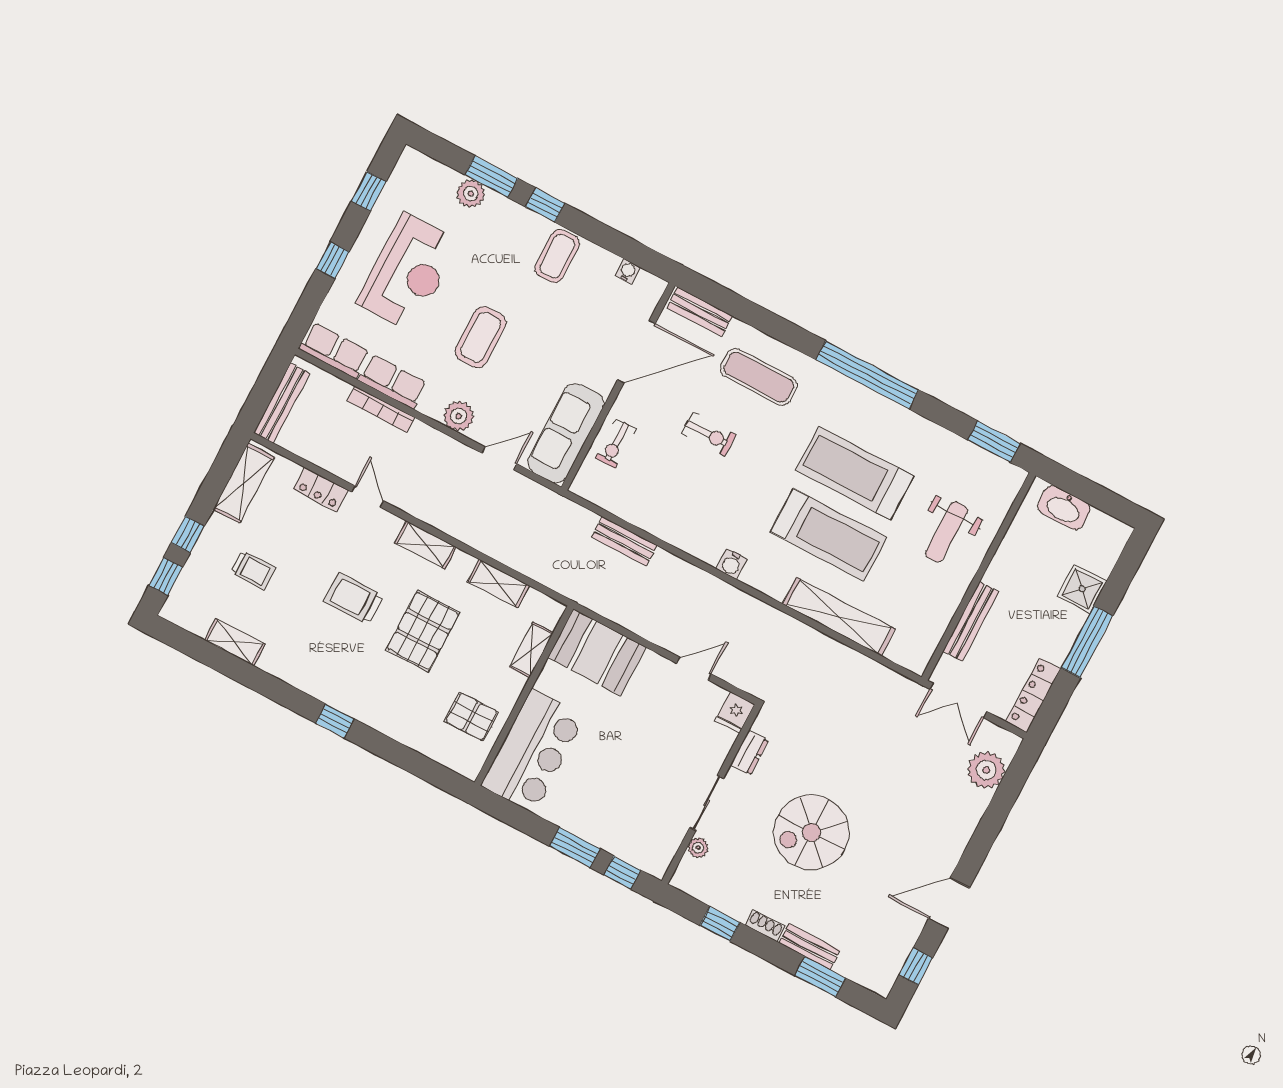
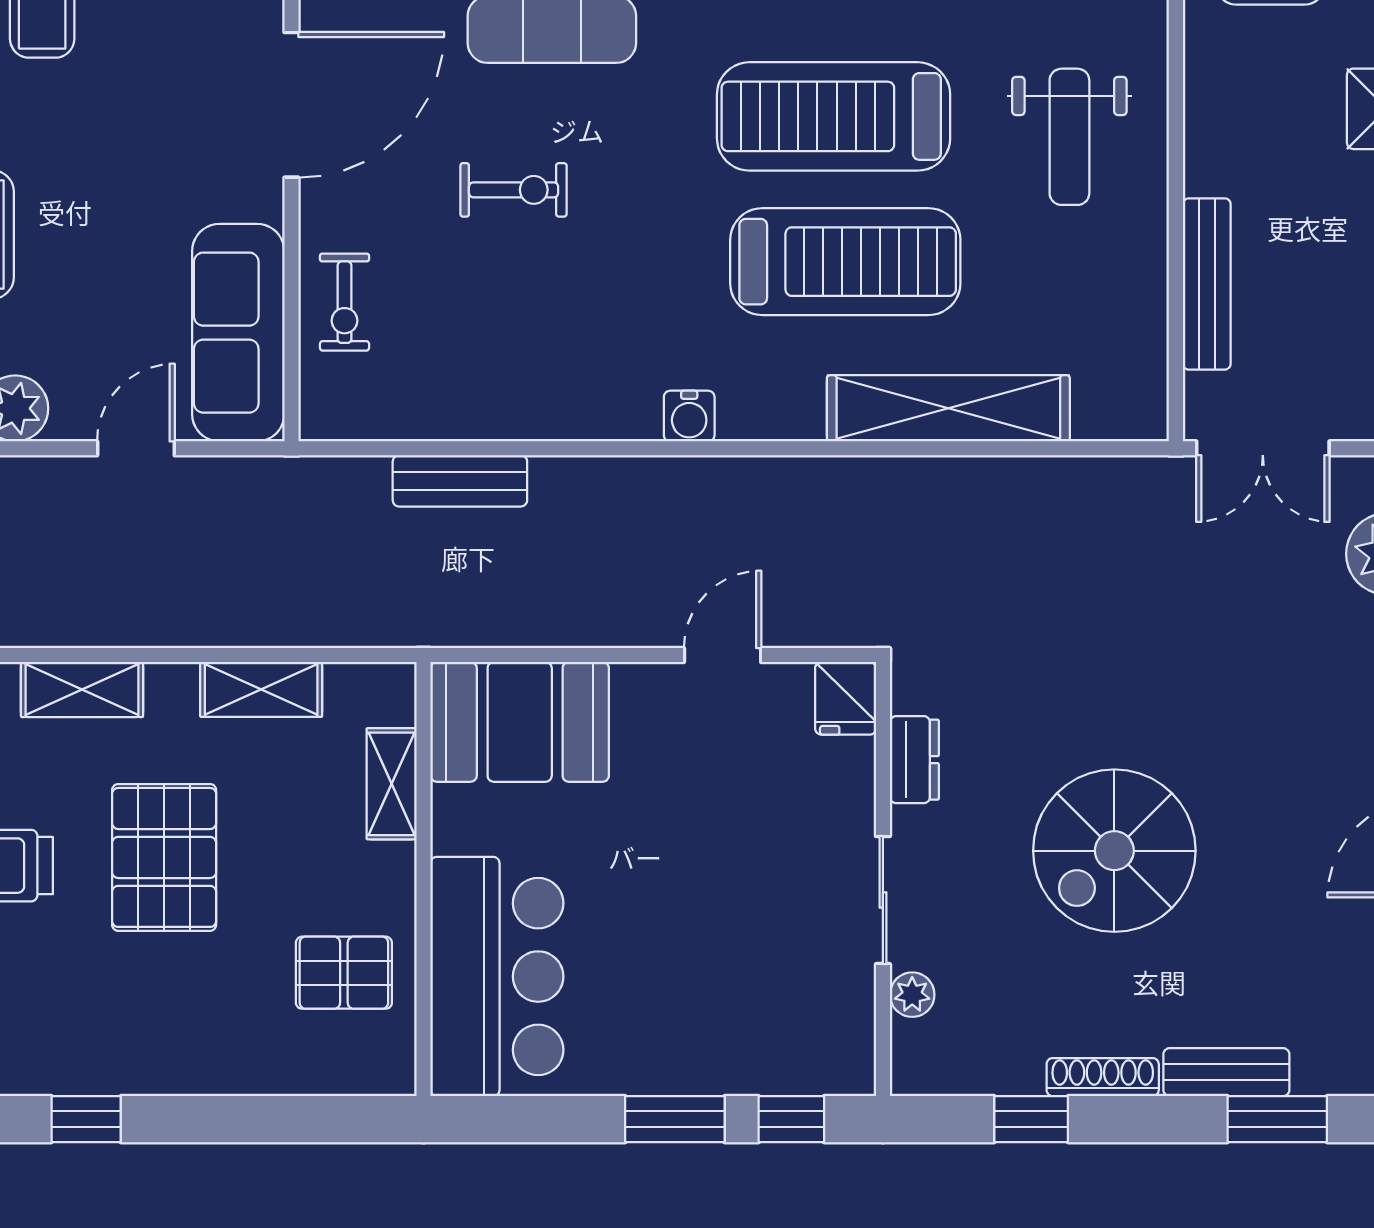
shoe rack: (765, 926) -> (1103, 1077), width x1.43

